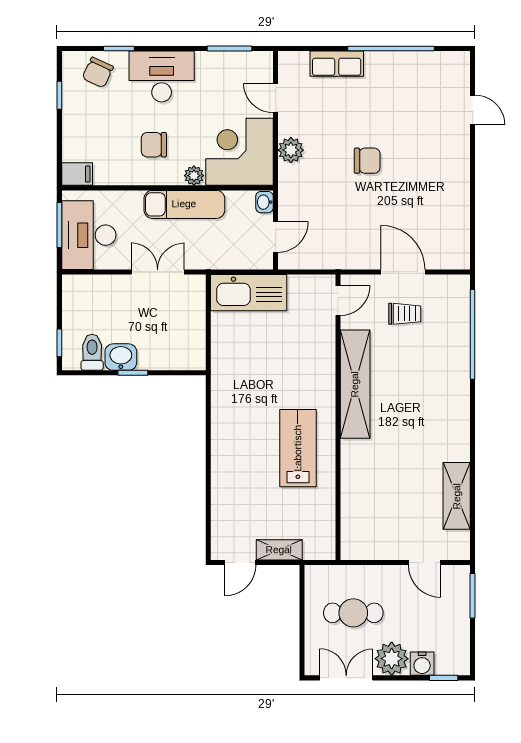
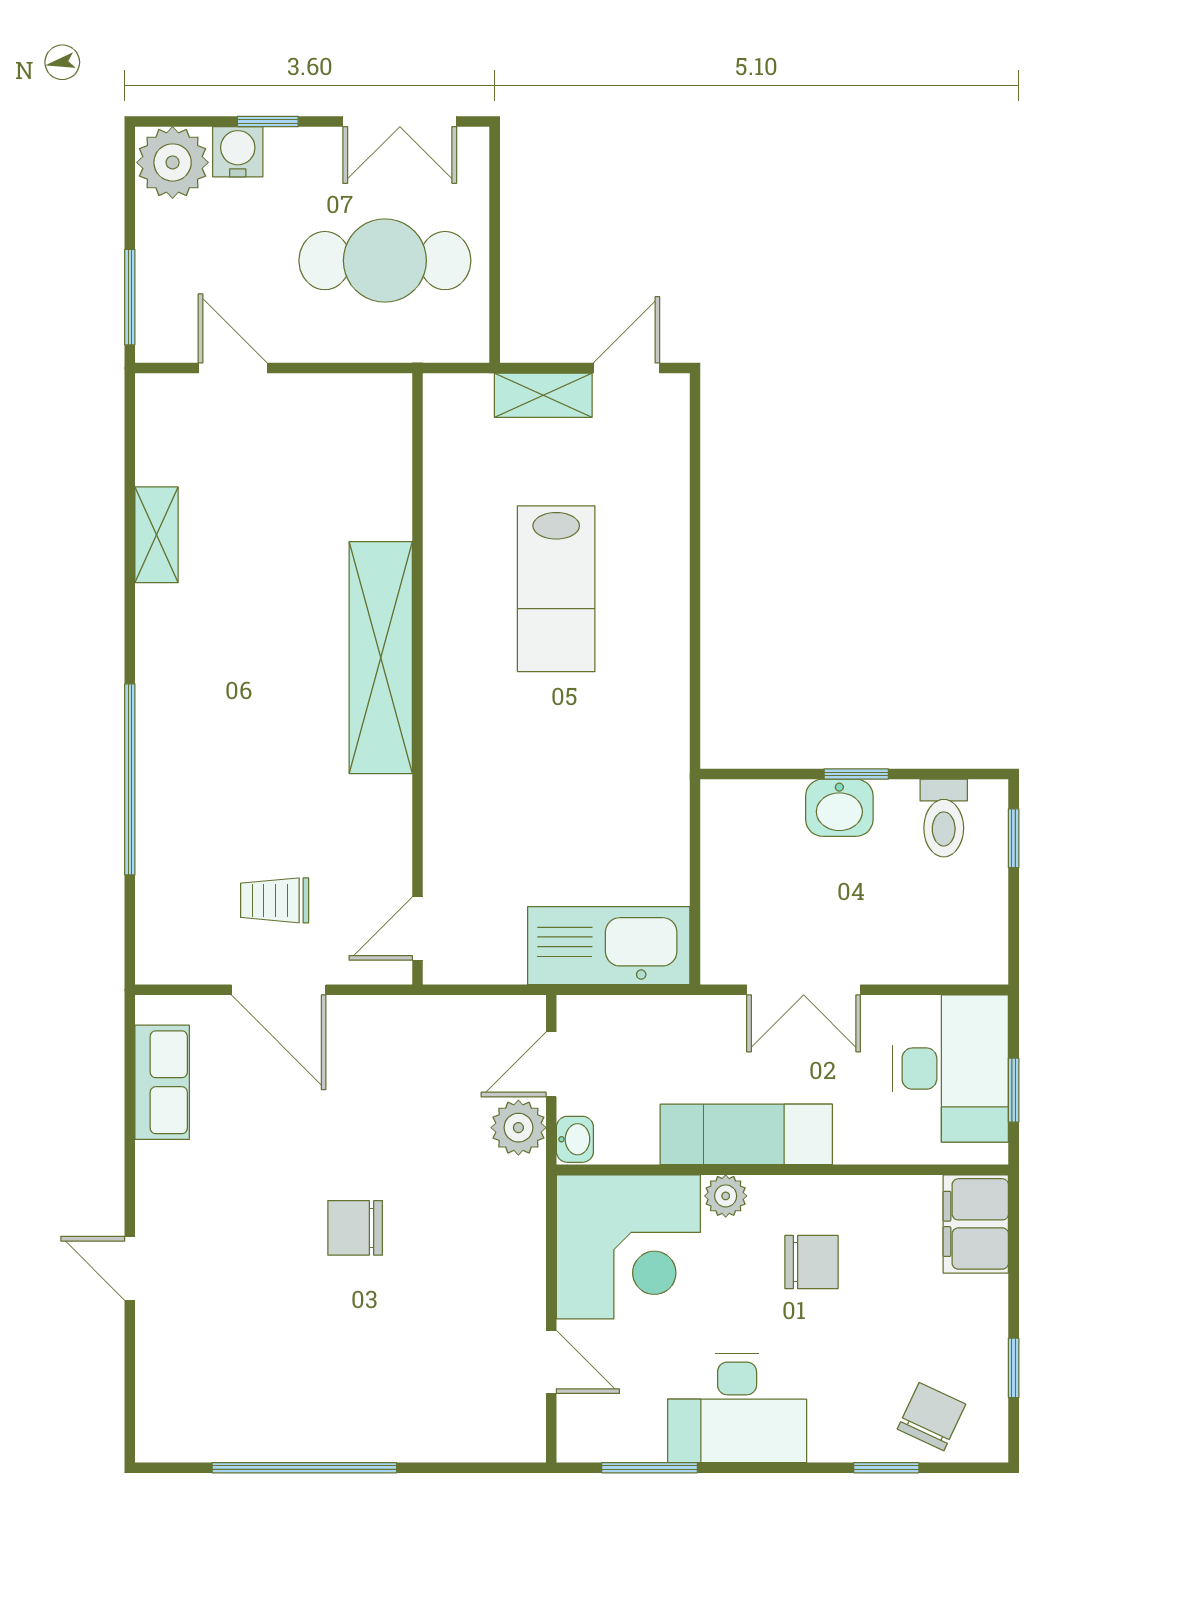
row of seats: (337, 64) -> (162, 1082), moved, turned 90
desk: (162, 77) -> (737, 1408), moved
door: (473, 110) -> (130, 1268), moved
plant: (291, 150) -> (518, 1128), moved
filing cabinet: (77, 174) -> (976, 1224), width x2.00
window: (59, 225) -> (1014, 1090), width x0.67
window: (473, 334) -> (130, 779), moved
washbasin: (121, 357) -> (839, 808), moved
shelving: (355, 384) -> (381, 658), moved
lab bench: (298, 448) -> (556, 589), moved
shelving: (457, 496) -> (156, 535), width x0.67, depth x0.75
cafe table: (353, 613) -> (385, 261), width x1.37, depth x1.35
plant: (392, 659) -> (173, 162), moved
window: (444, 678) -> (268, 121), moved

